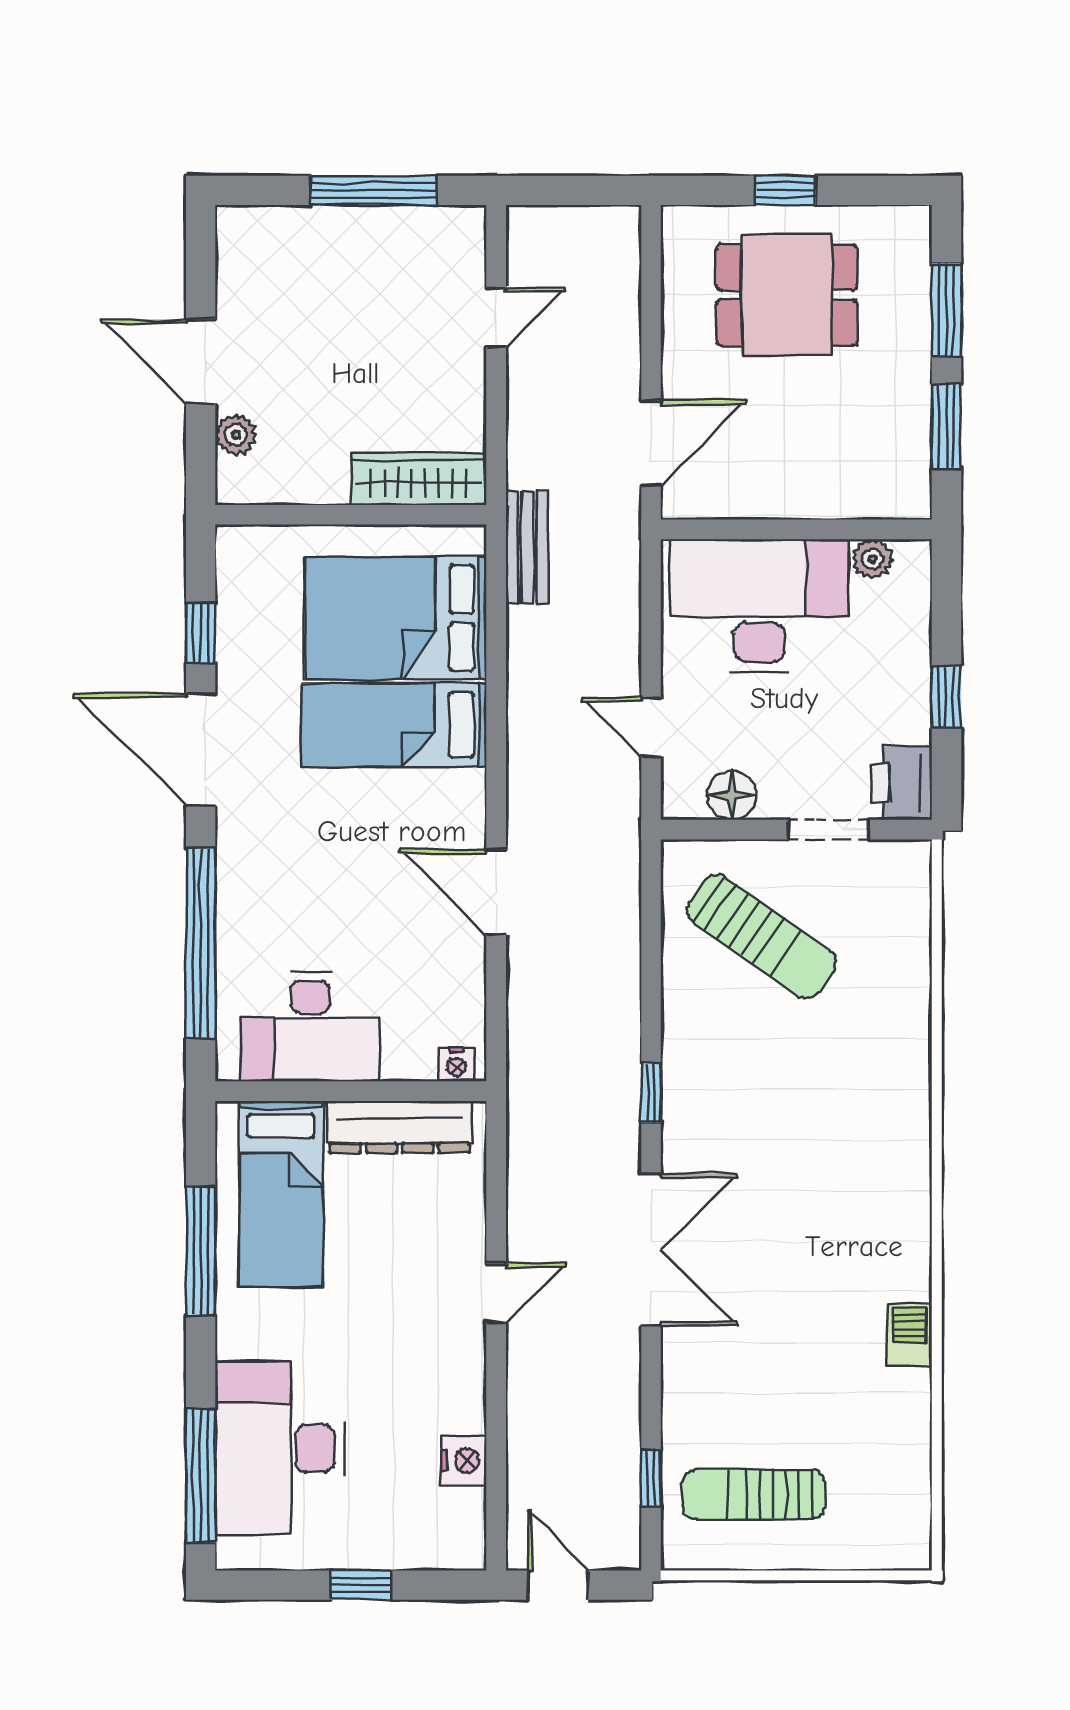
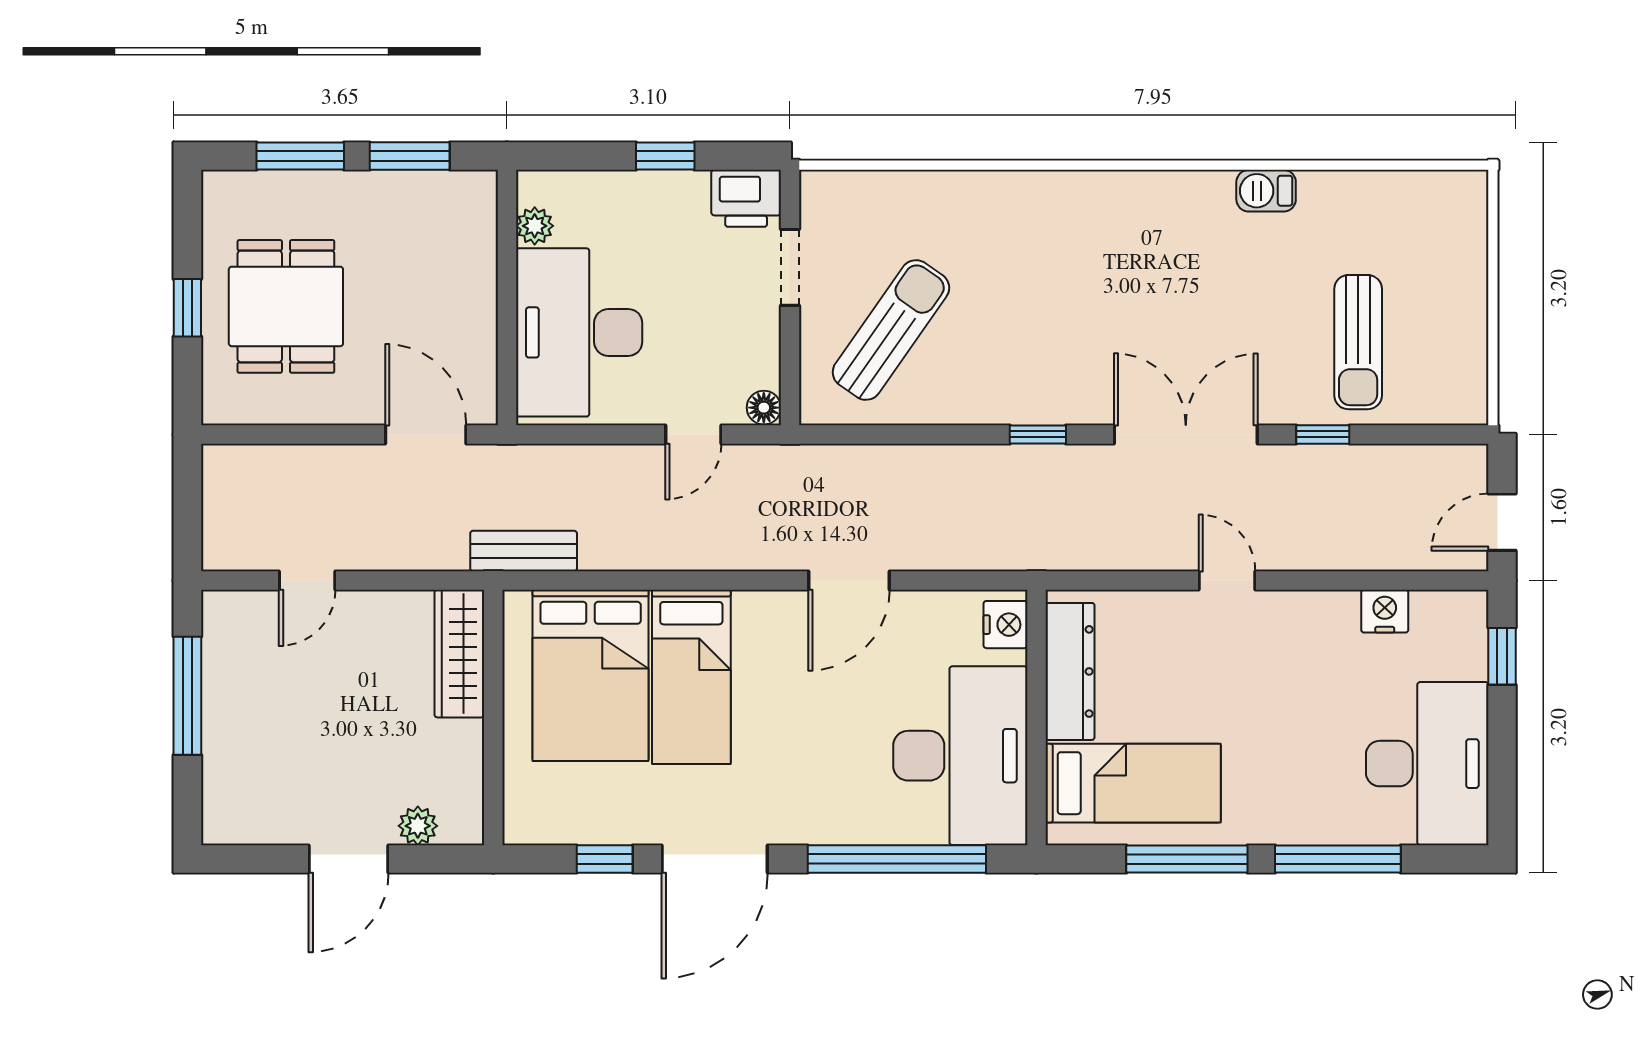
door: (496, 317) -> (307, 580), swing flipped
floor lamp: (732, 795) -> (764, 408), moved, width x0.73, depth x0.73
desk: (310, 1027) -> (960, 756), width x1.36, depth x1.30
nightstand: (456, 1064) -> (1005, 625), width x1.39, depth x1.35
desk: (280, 1448) -> (1427, 764), moved, turned -90
window: (201, 1476) -> (1338, 859), moved
window: (651, 1478) -> (1323, 434), moved
sun lounger: (754, 1494) -> (1358, 342), moved
window: (361, 1585) -> (1502, 656), moved

